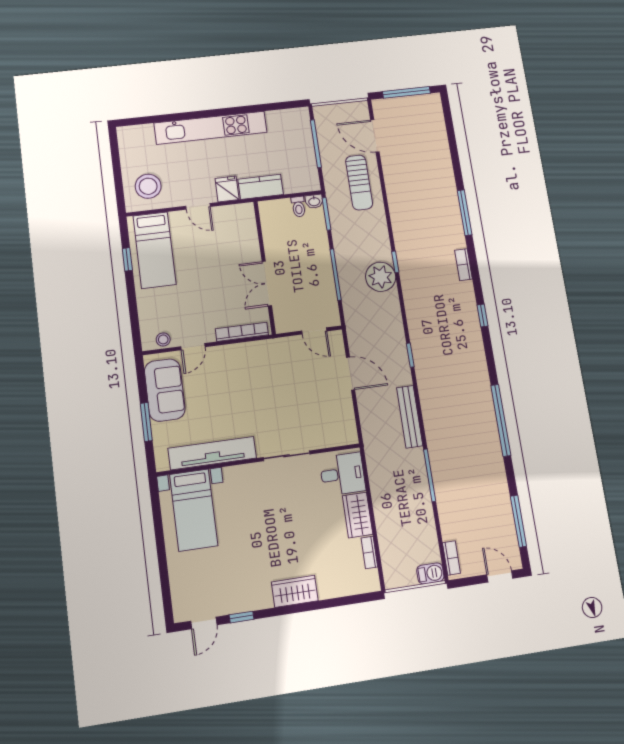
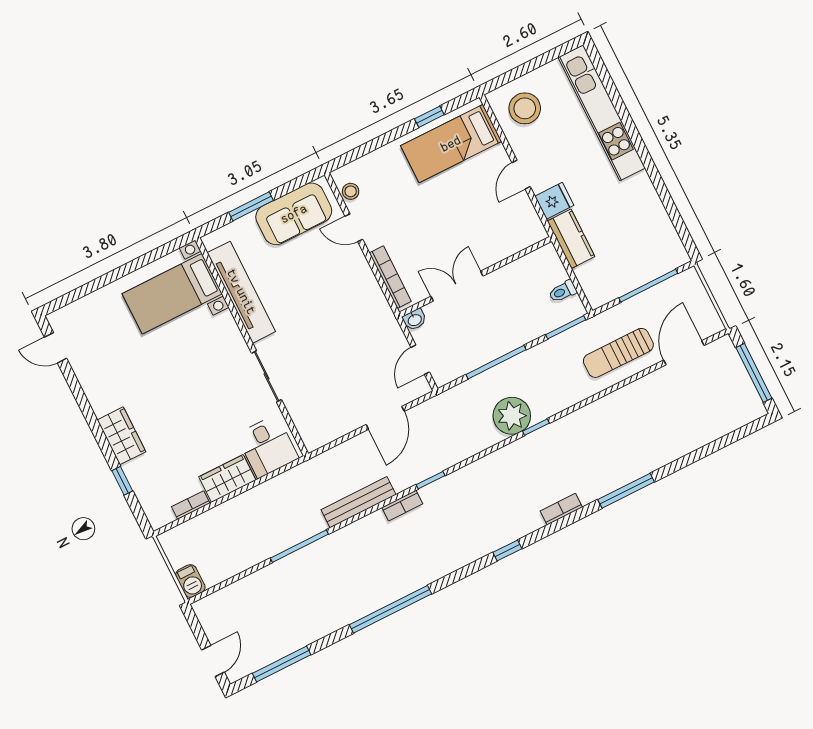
kitchen unit: (211, 128) -> (602, 113), moved
washbasin: (314, 201) -> (415, 320), moved, turned -90
bookcase: (451, 558) -> (402, 506), moved
window: (242, 617) -> (122, 481), moved

